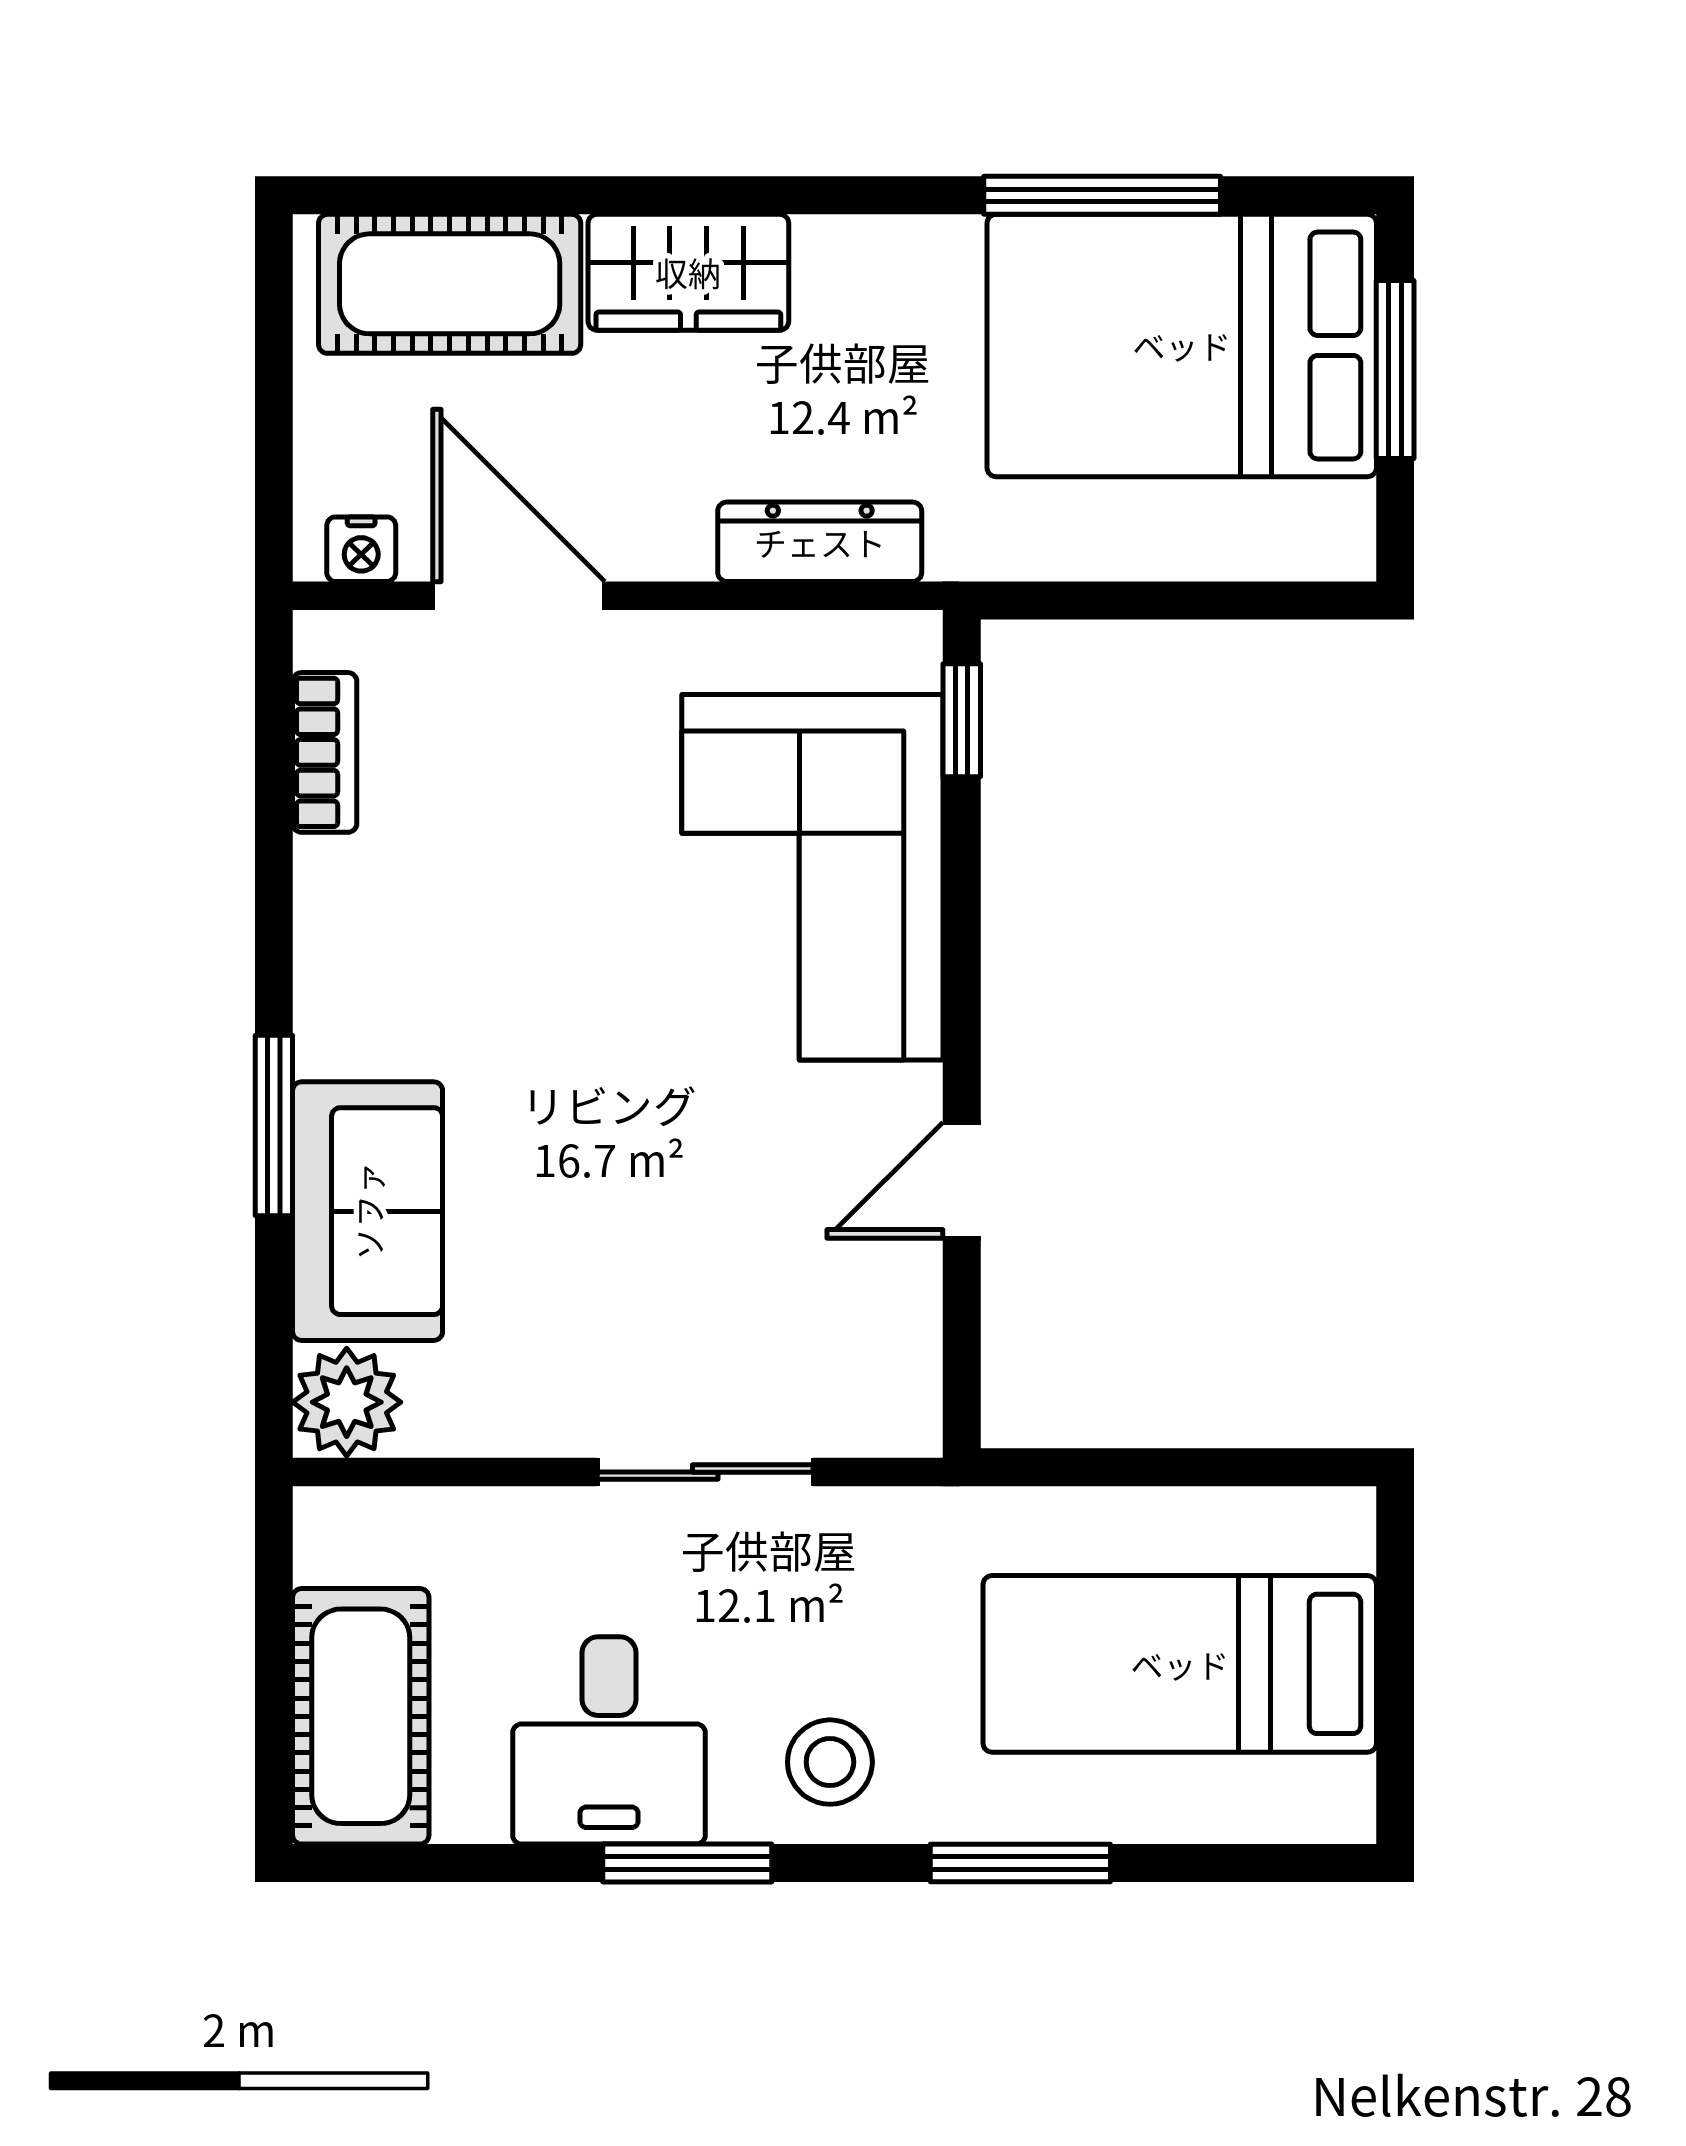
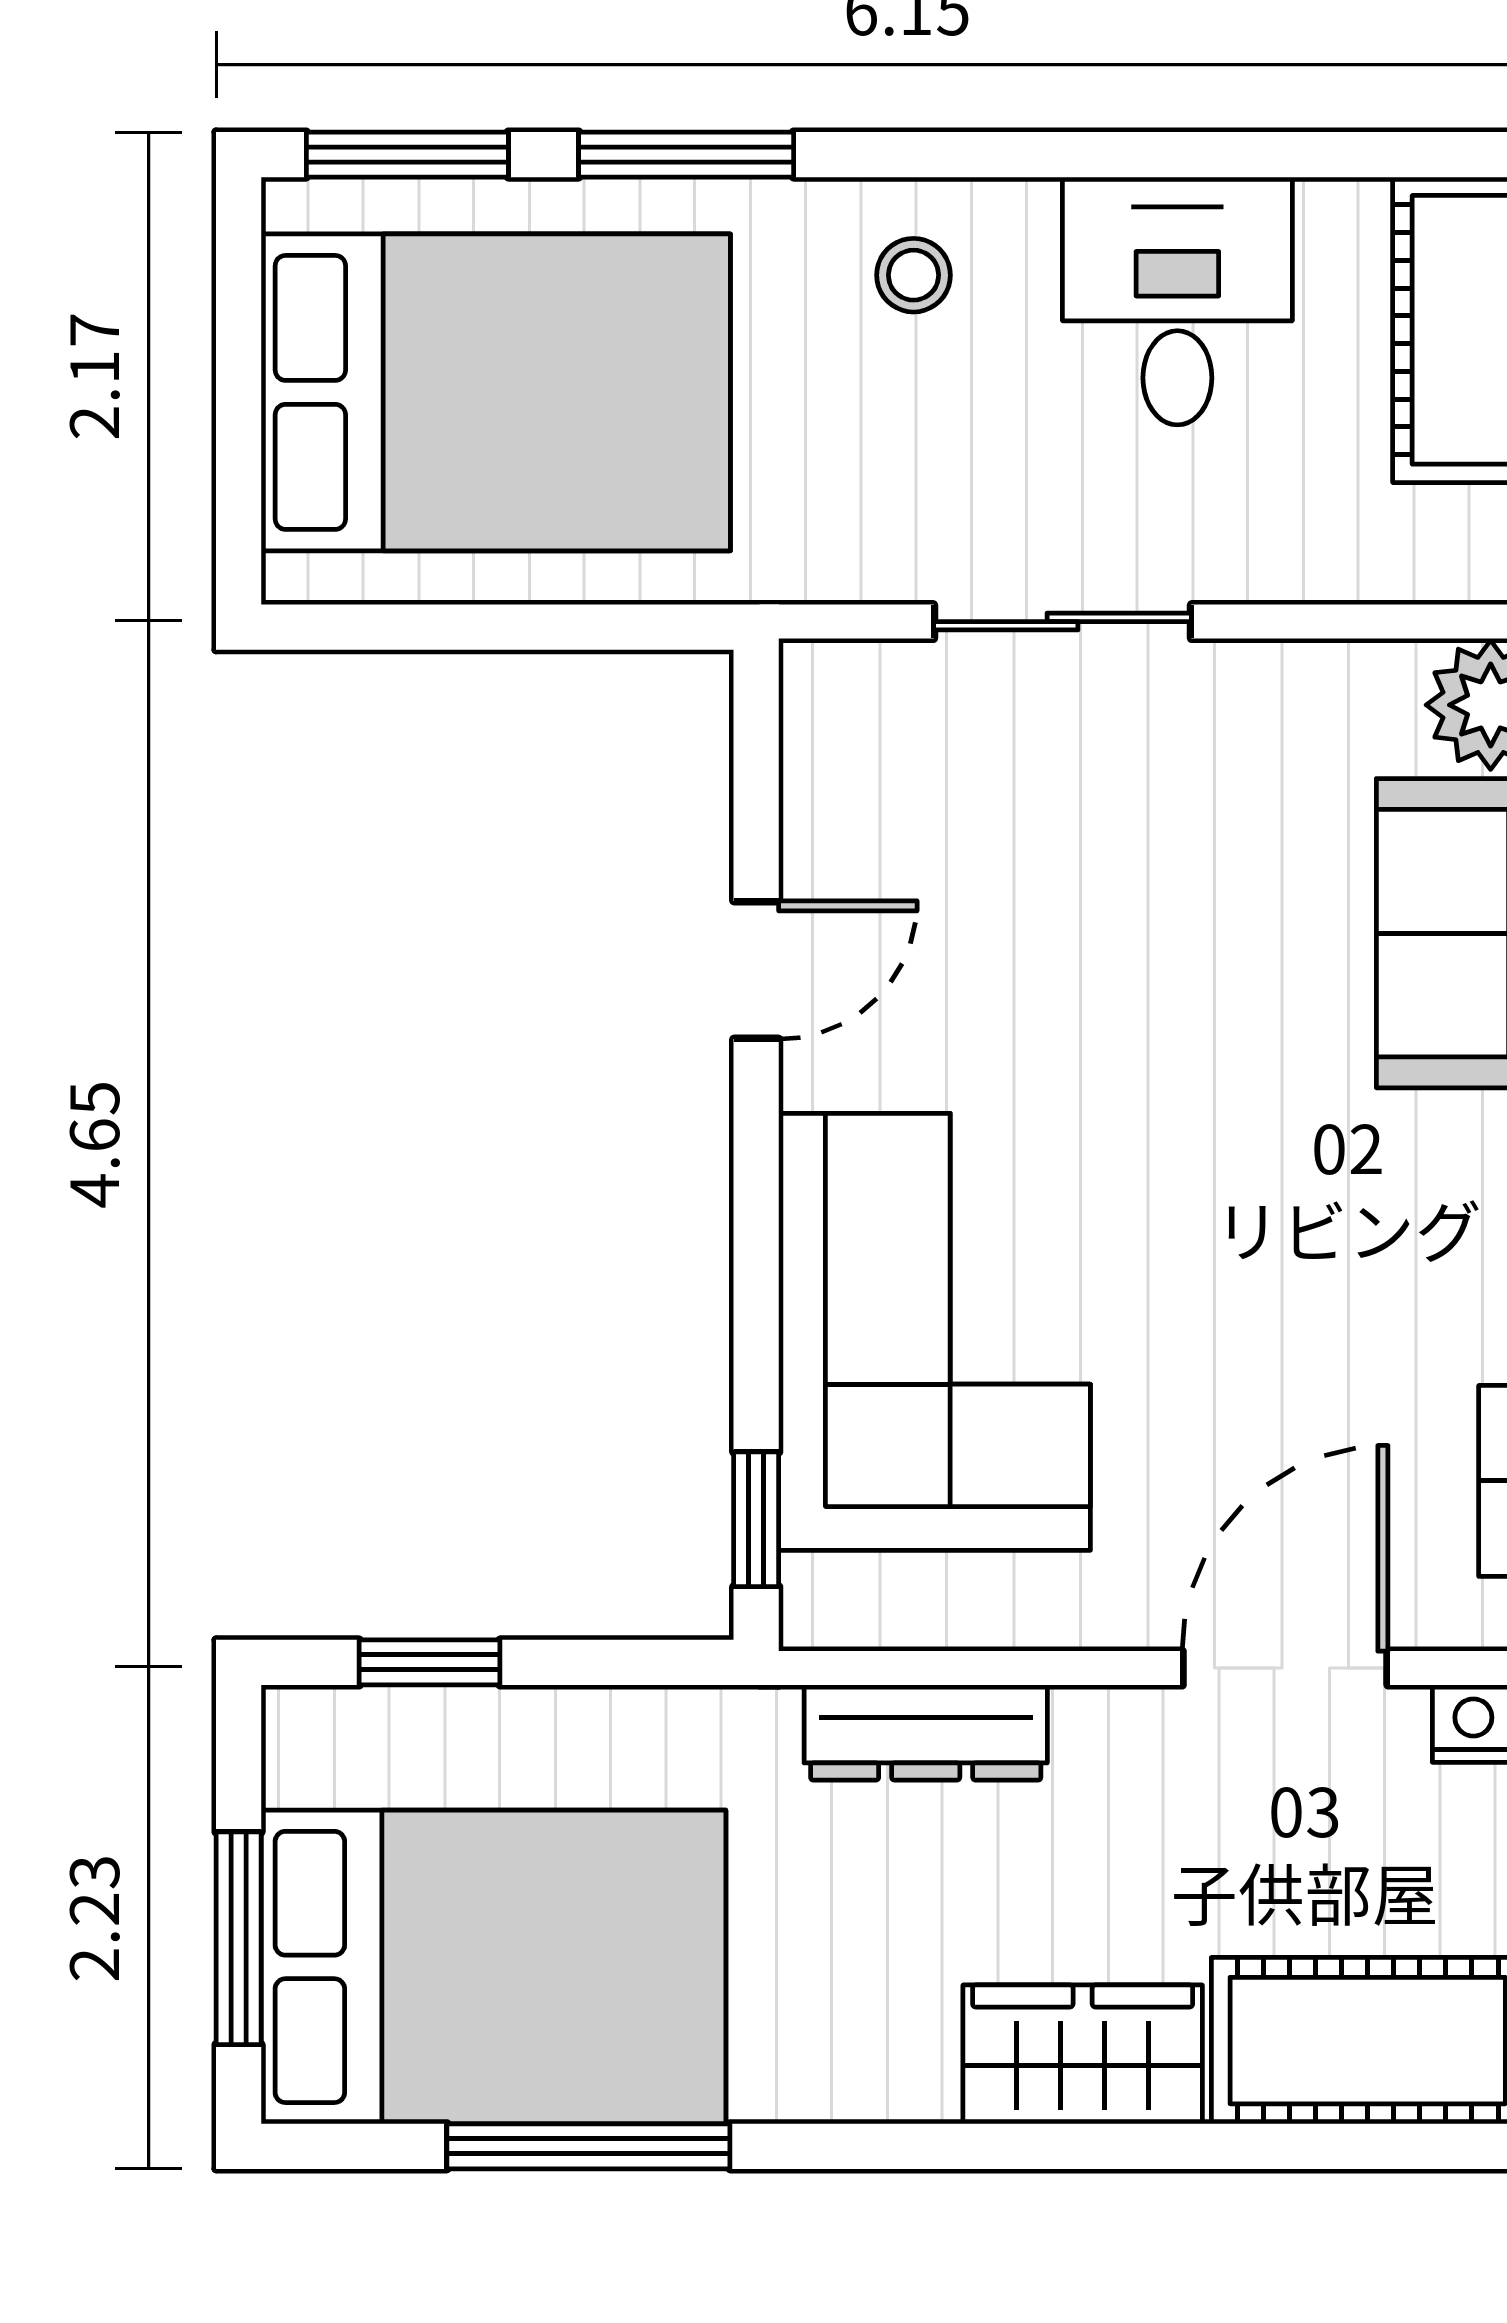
door: (519, 596) -> (1285, 1668), swing flipped
window: (1235, 600) -> (430, 1662), added
bed: (1180, 1664) -> (496, 392), width x1.50
stool: (830, 1762) -> (914, 275), width x0.73, depth x0.73
window: (687, 1863) -> (407, 155), moved

